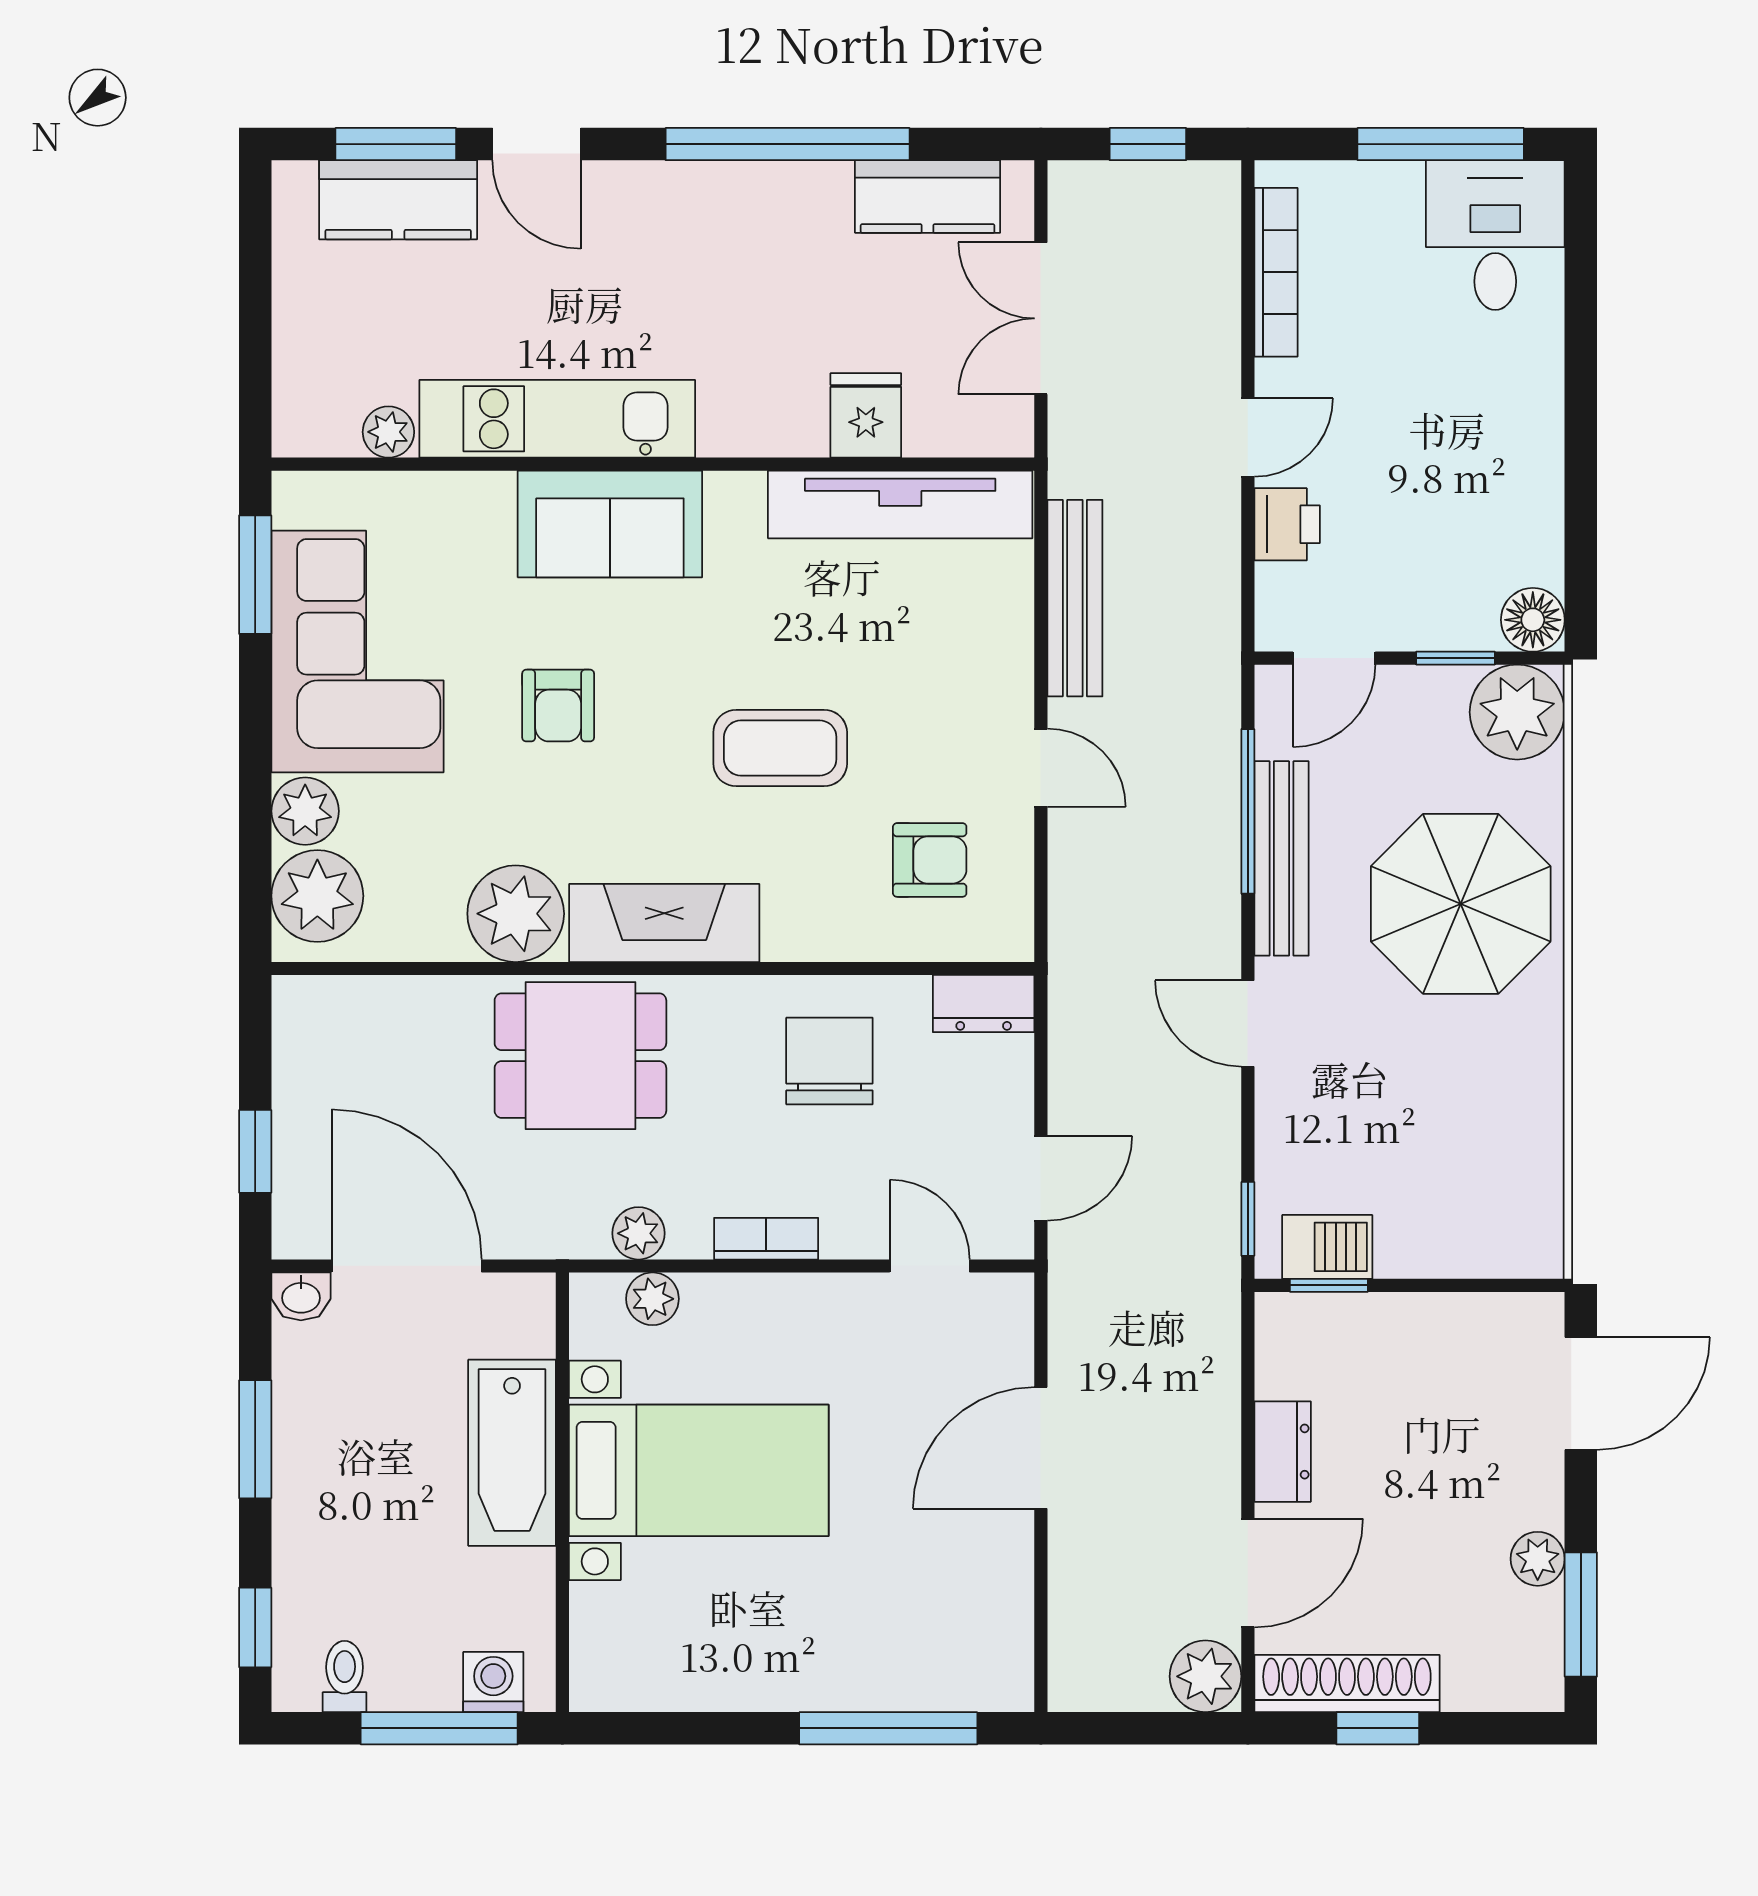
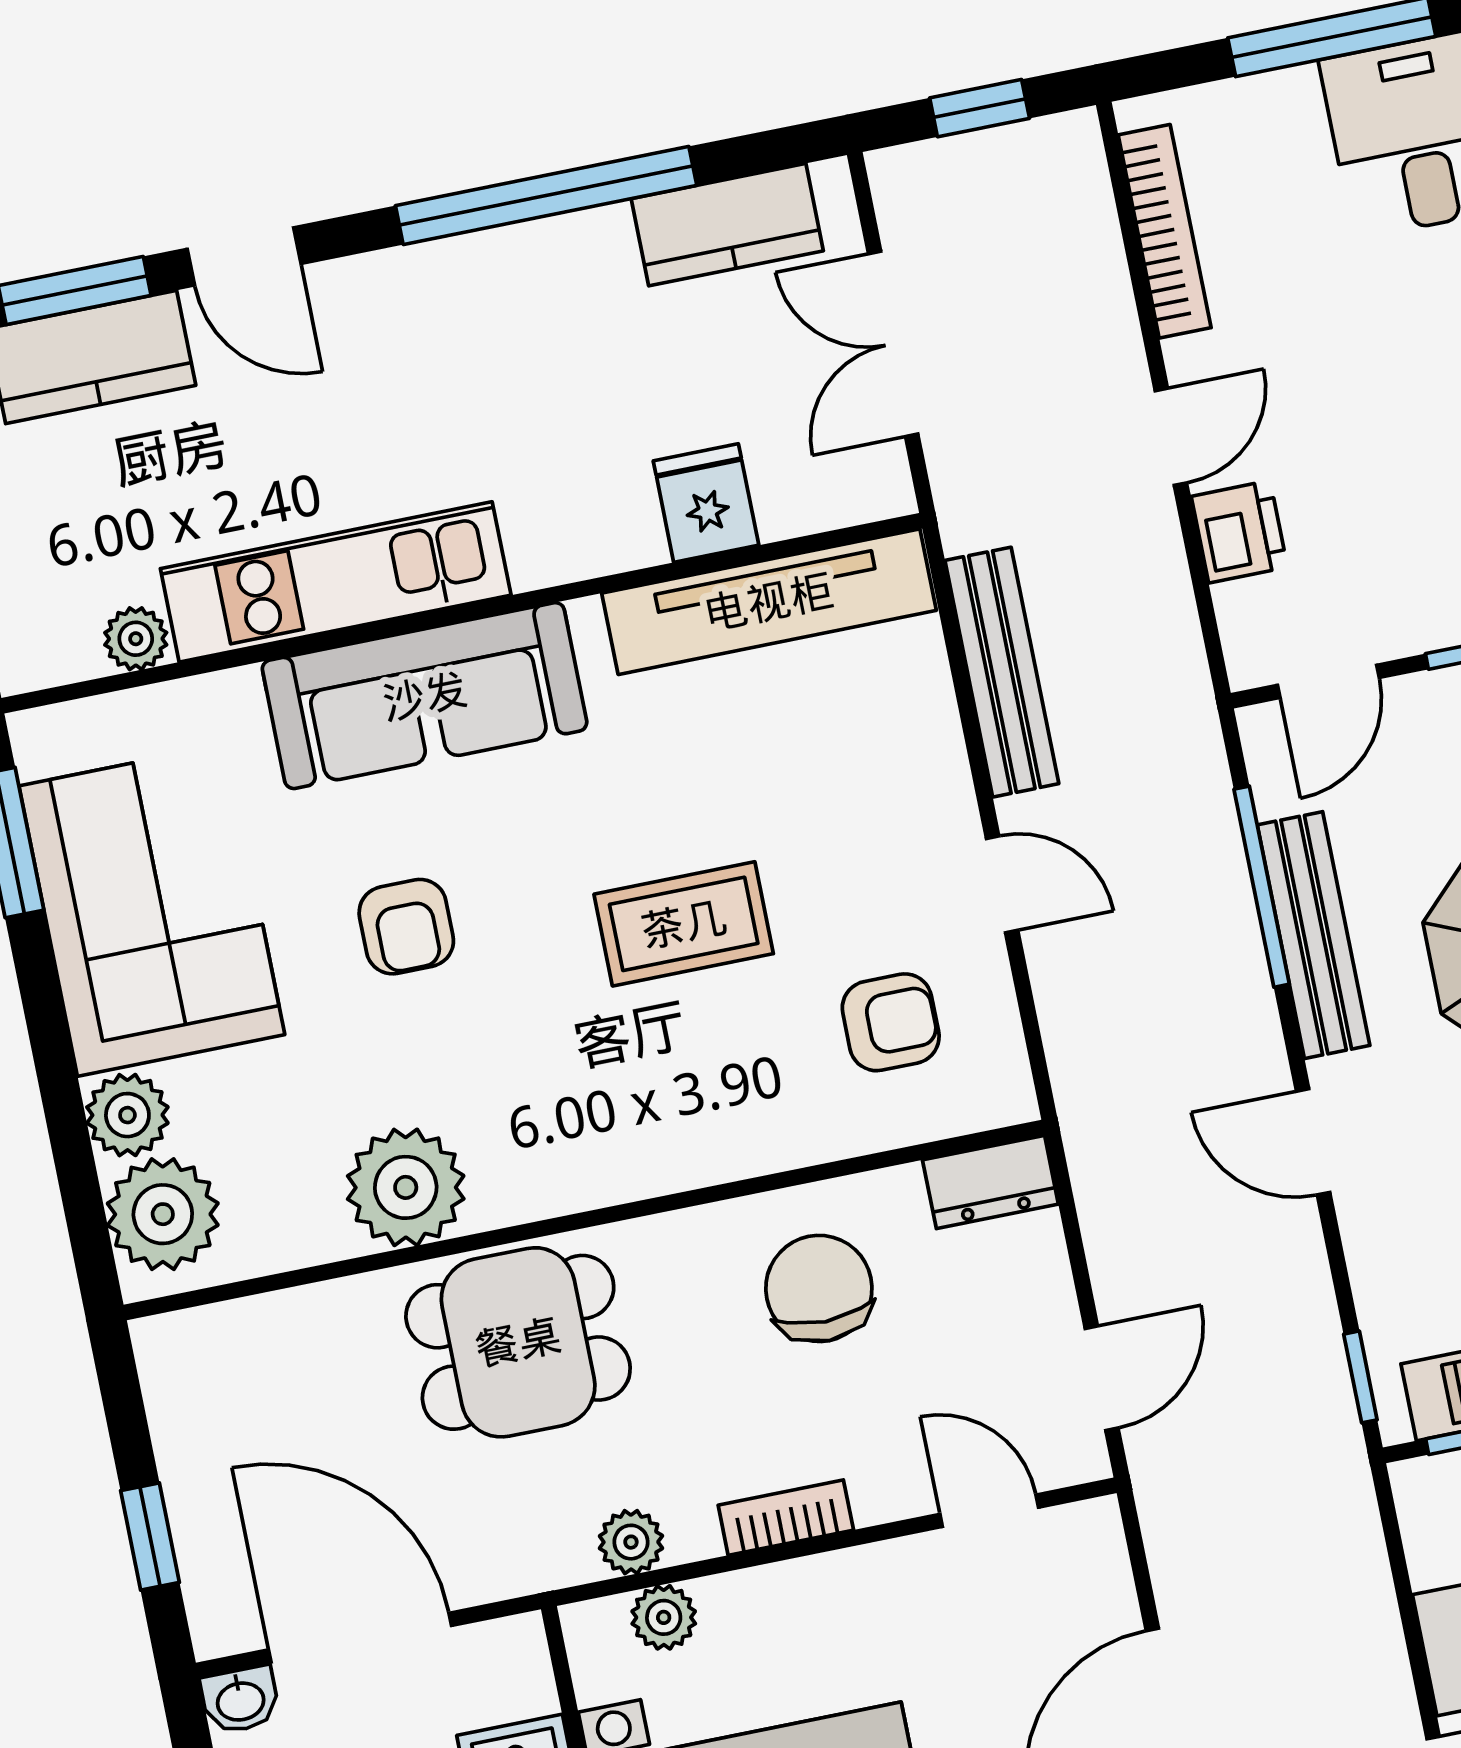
sofa: (610, 524) -> (425, 696), width x1.36
fireplace: (664, 923) -> (587, 1162), removed

